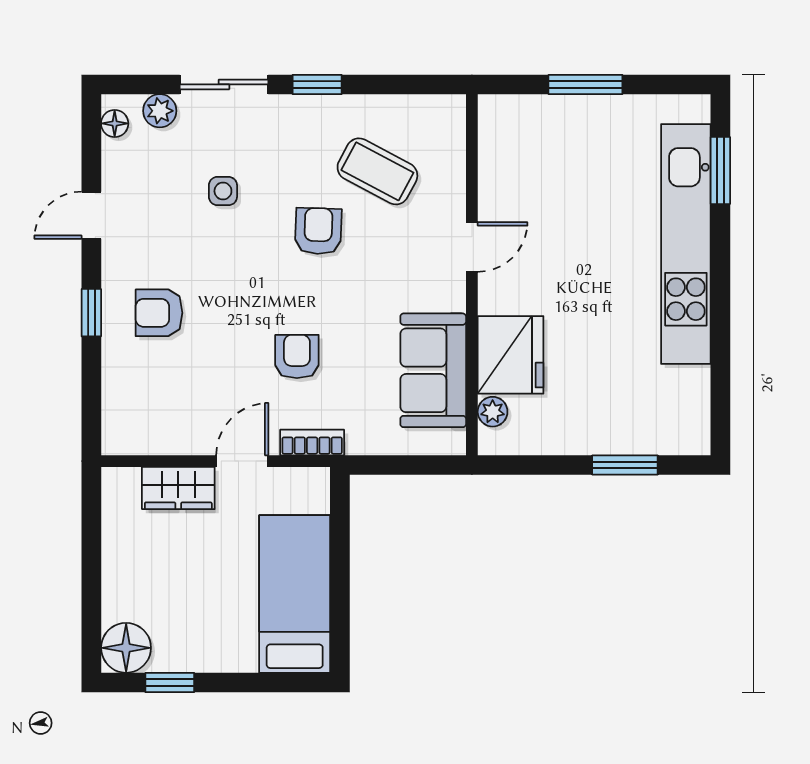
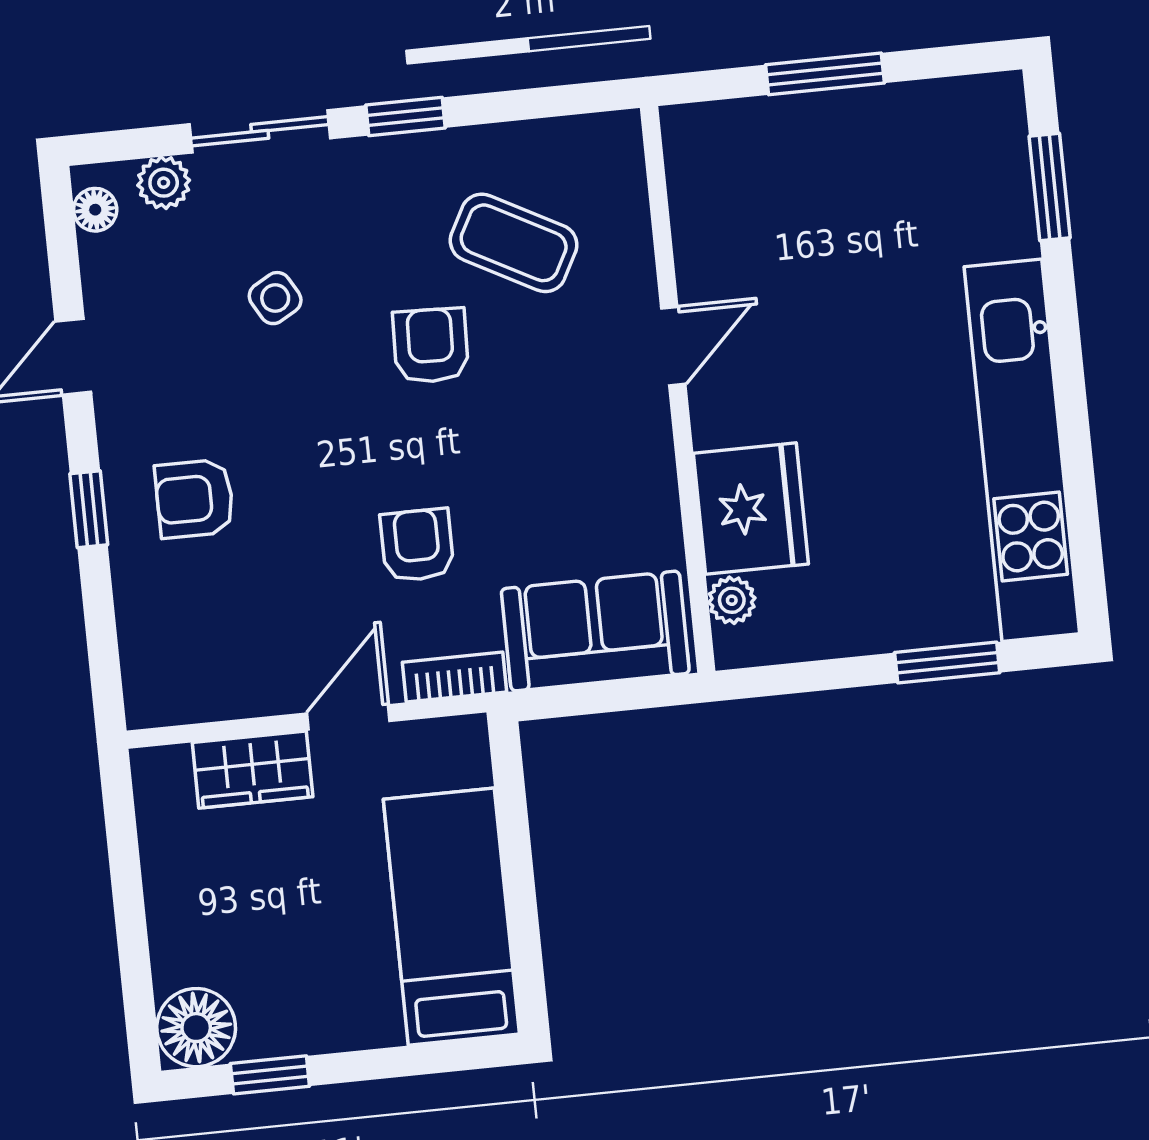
side table: (223, 191) -> (275, 298), turned -30
kitchen unit: (686, 244) -> (1022, 450), moved
sofa: (433, 370) -> (595, 631), moved, turned 90

